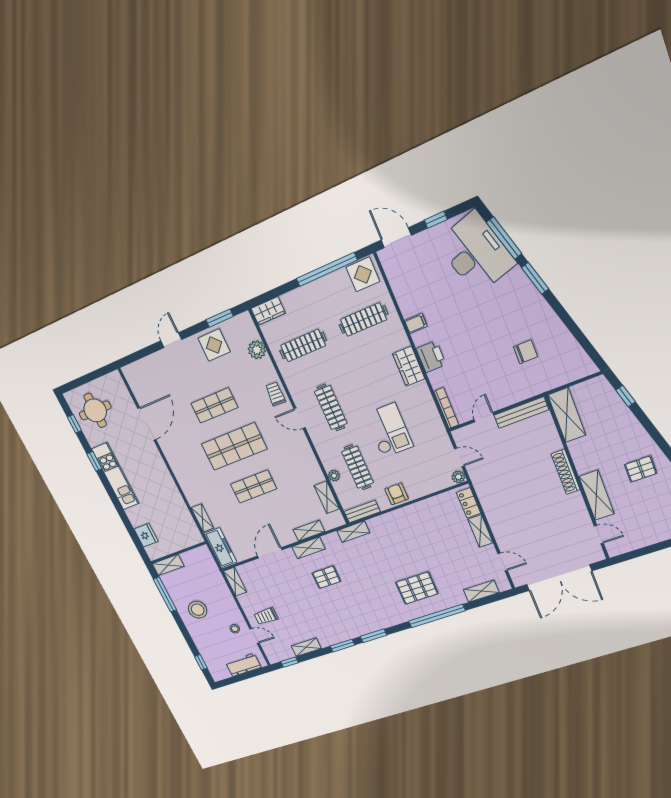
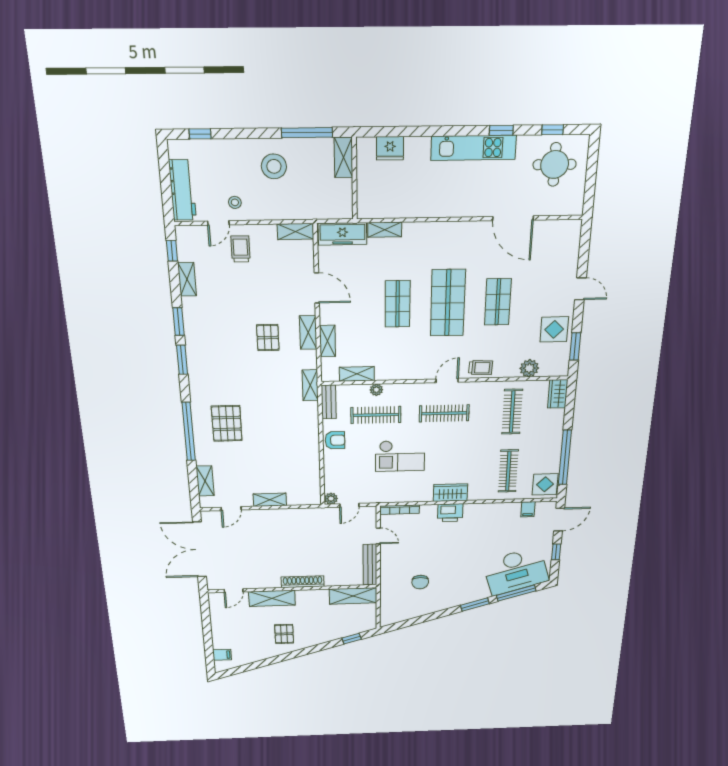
filing cabinet: (416, 323) -> (528, 509), moved
locker: (468, 503) -> (302, 499), removed
workbench: (243, 665) -> (182, 190), width x1.38

